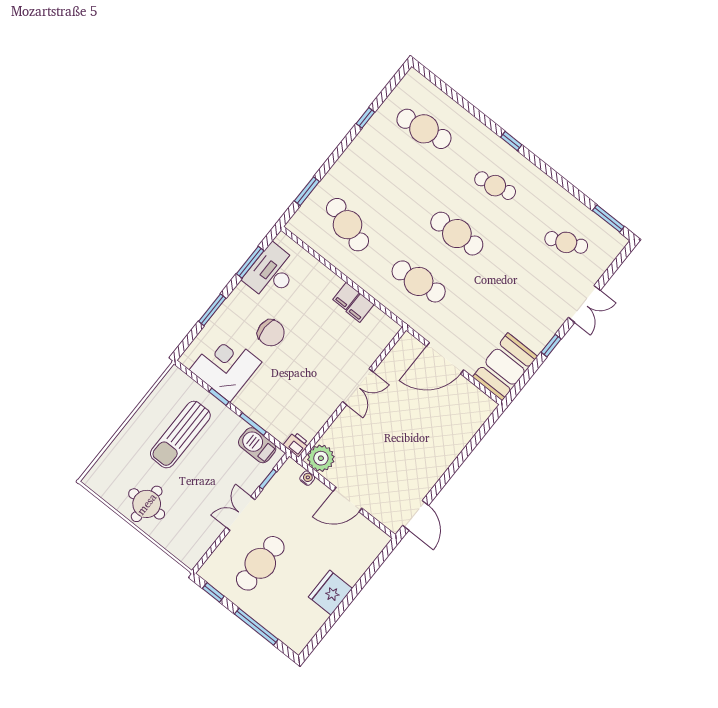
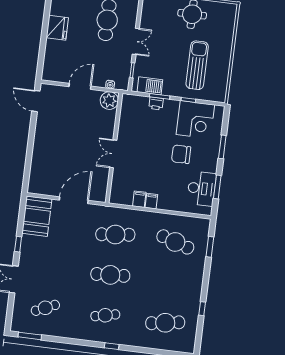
printer: (296, 444) -> (156, 103), moved

